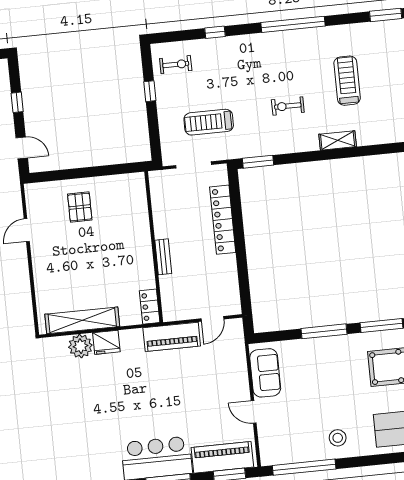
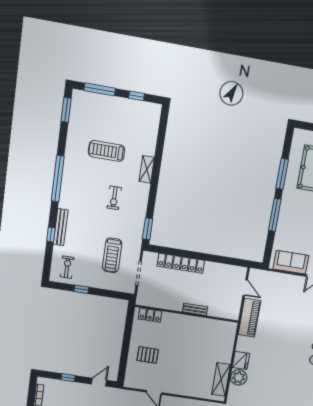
bench: (229, 43) -> (61, 227), added
locker: (150, 307) -> (150, 315), moved
shelving: (82, 320) -> (221, 380), width x0.68

